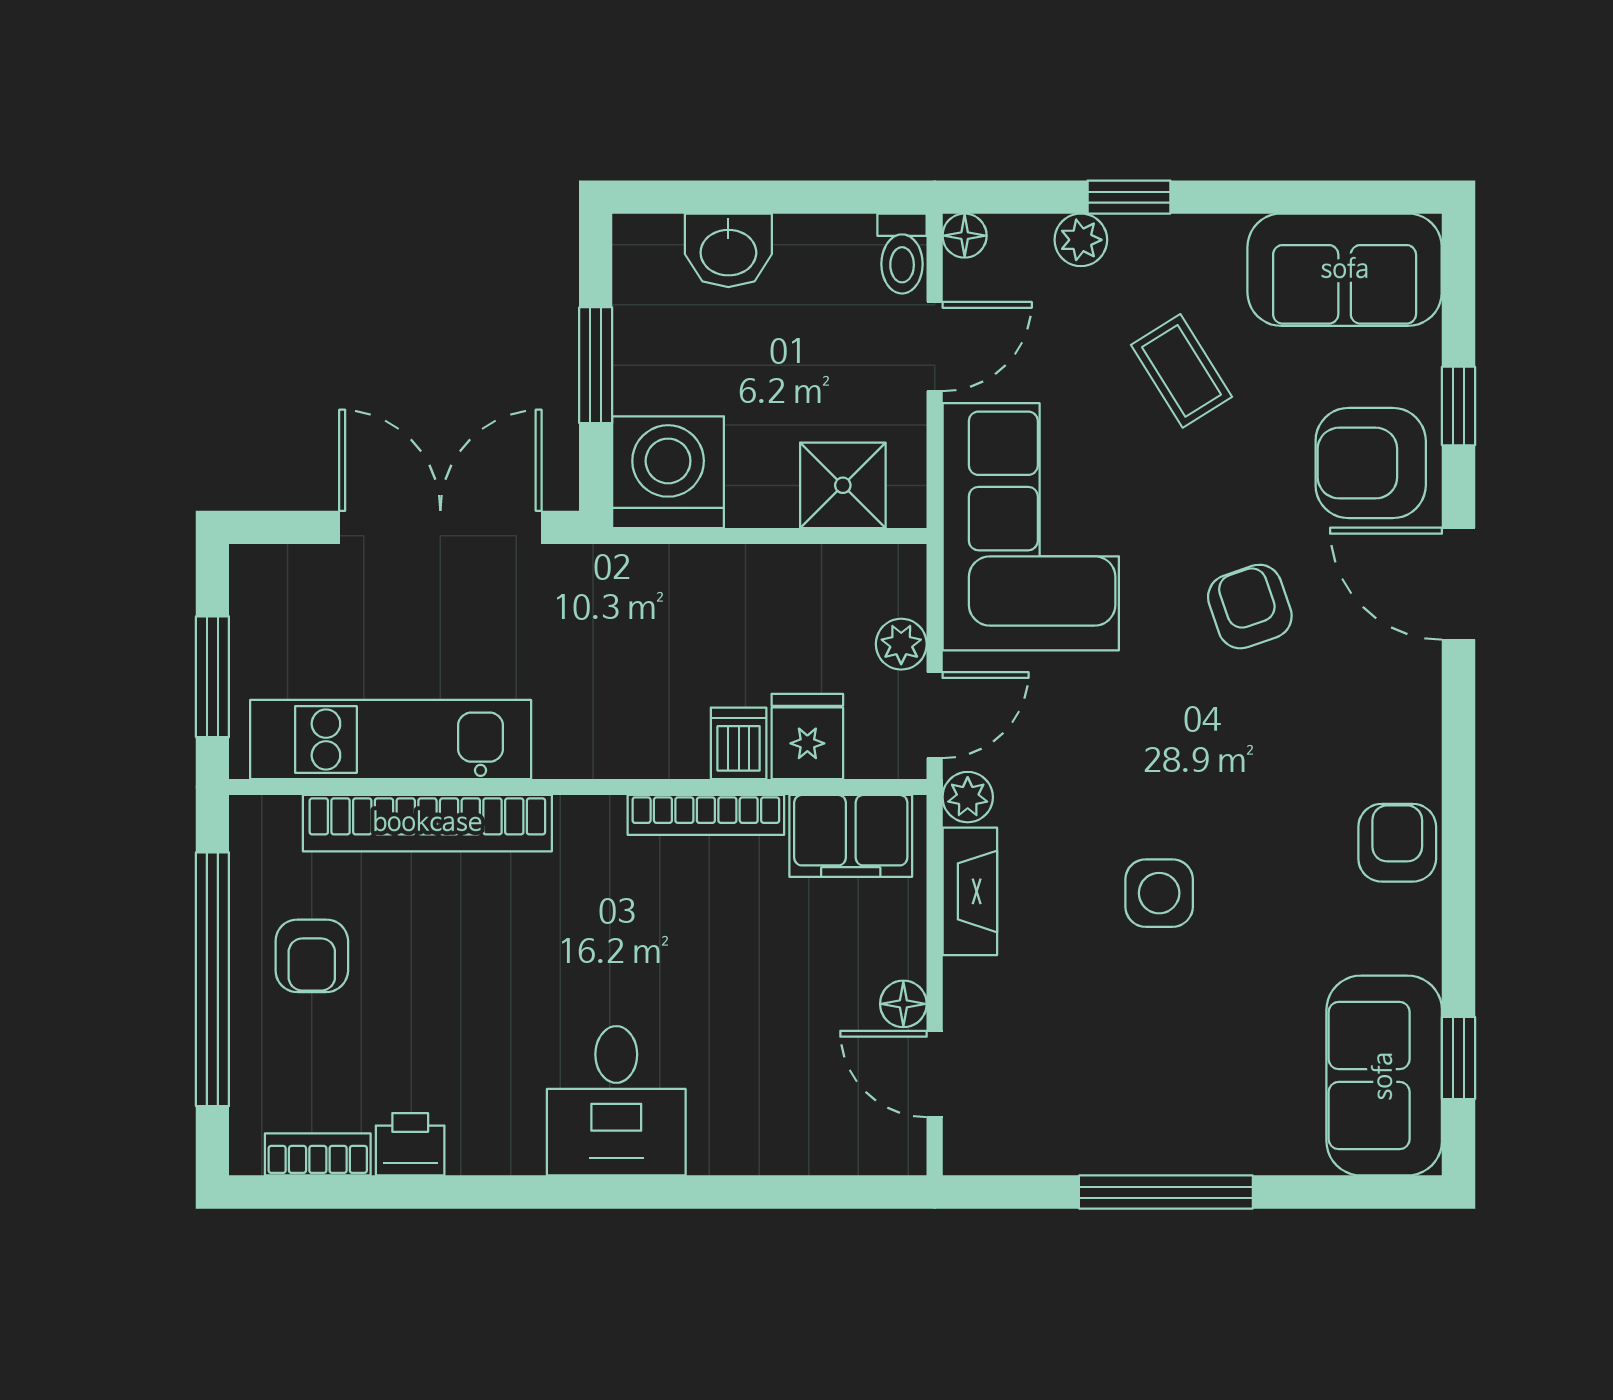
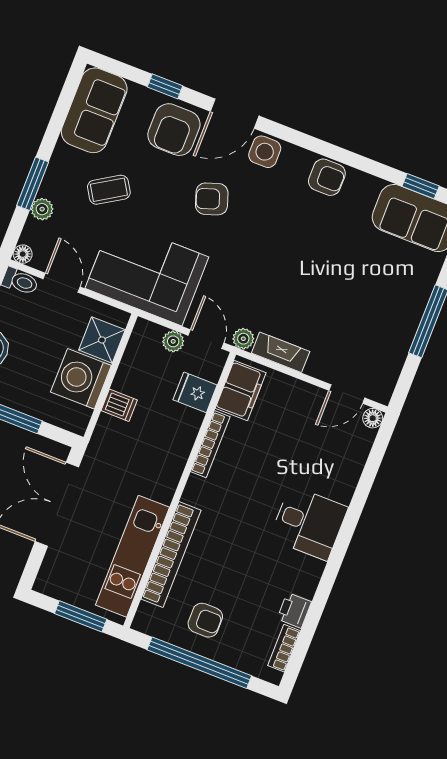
window: (1129, 197) -> (33, 184), width x1.50
washing machine: (668, 472) -> (81, 379), moved
dishwasher: (739, 743) -> (119, 405), moved, turned 180
armchair: (1397, 843) -> (327, 177), turned 180
side table: (1159, 893) -> (265, 152), moved
floor lamp: (903, 1004) -> (373, 418), moved

